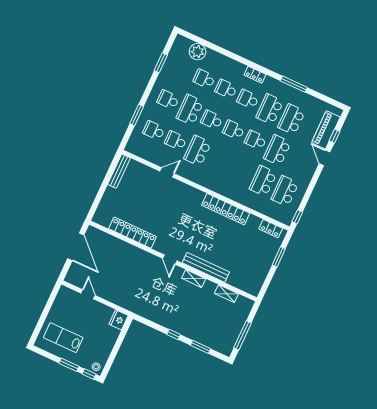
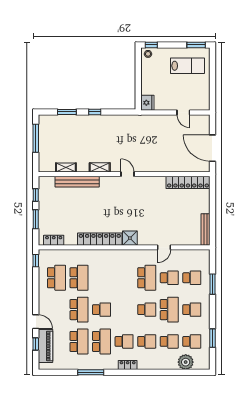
school desk: (234, 130) -> (192, 341), moved
shower: (196, 197) -> (130, 238), added
locker: (132, 233) -> (188, 182), moved
bench: (206, 267) -> (77, 182), moved
window: (268, 280) -> (36, 195), added
window: (69, 365) -> (196, 45), moved

